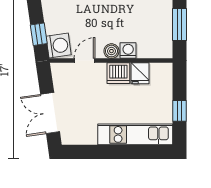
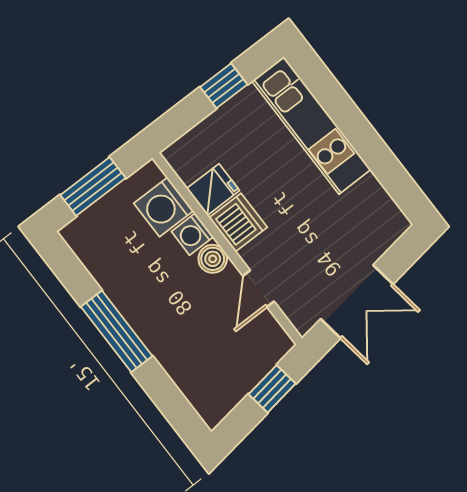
washing machine: (59, 46) -> (164, 207), moved, turned -82
door: (85, 61) -> (258, 289), hinge flipped
double door: (50, 113) -> (357, 302), moved

